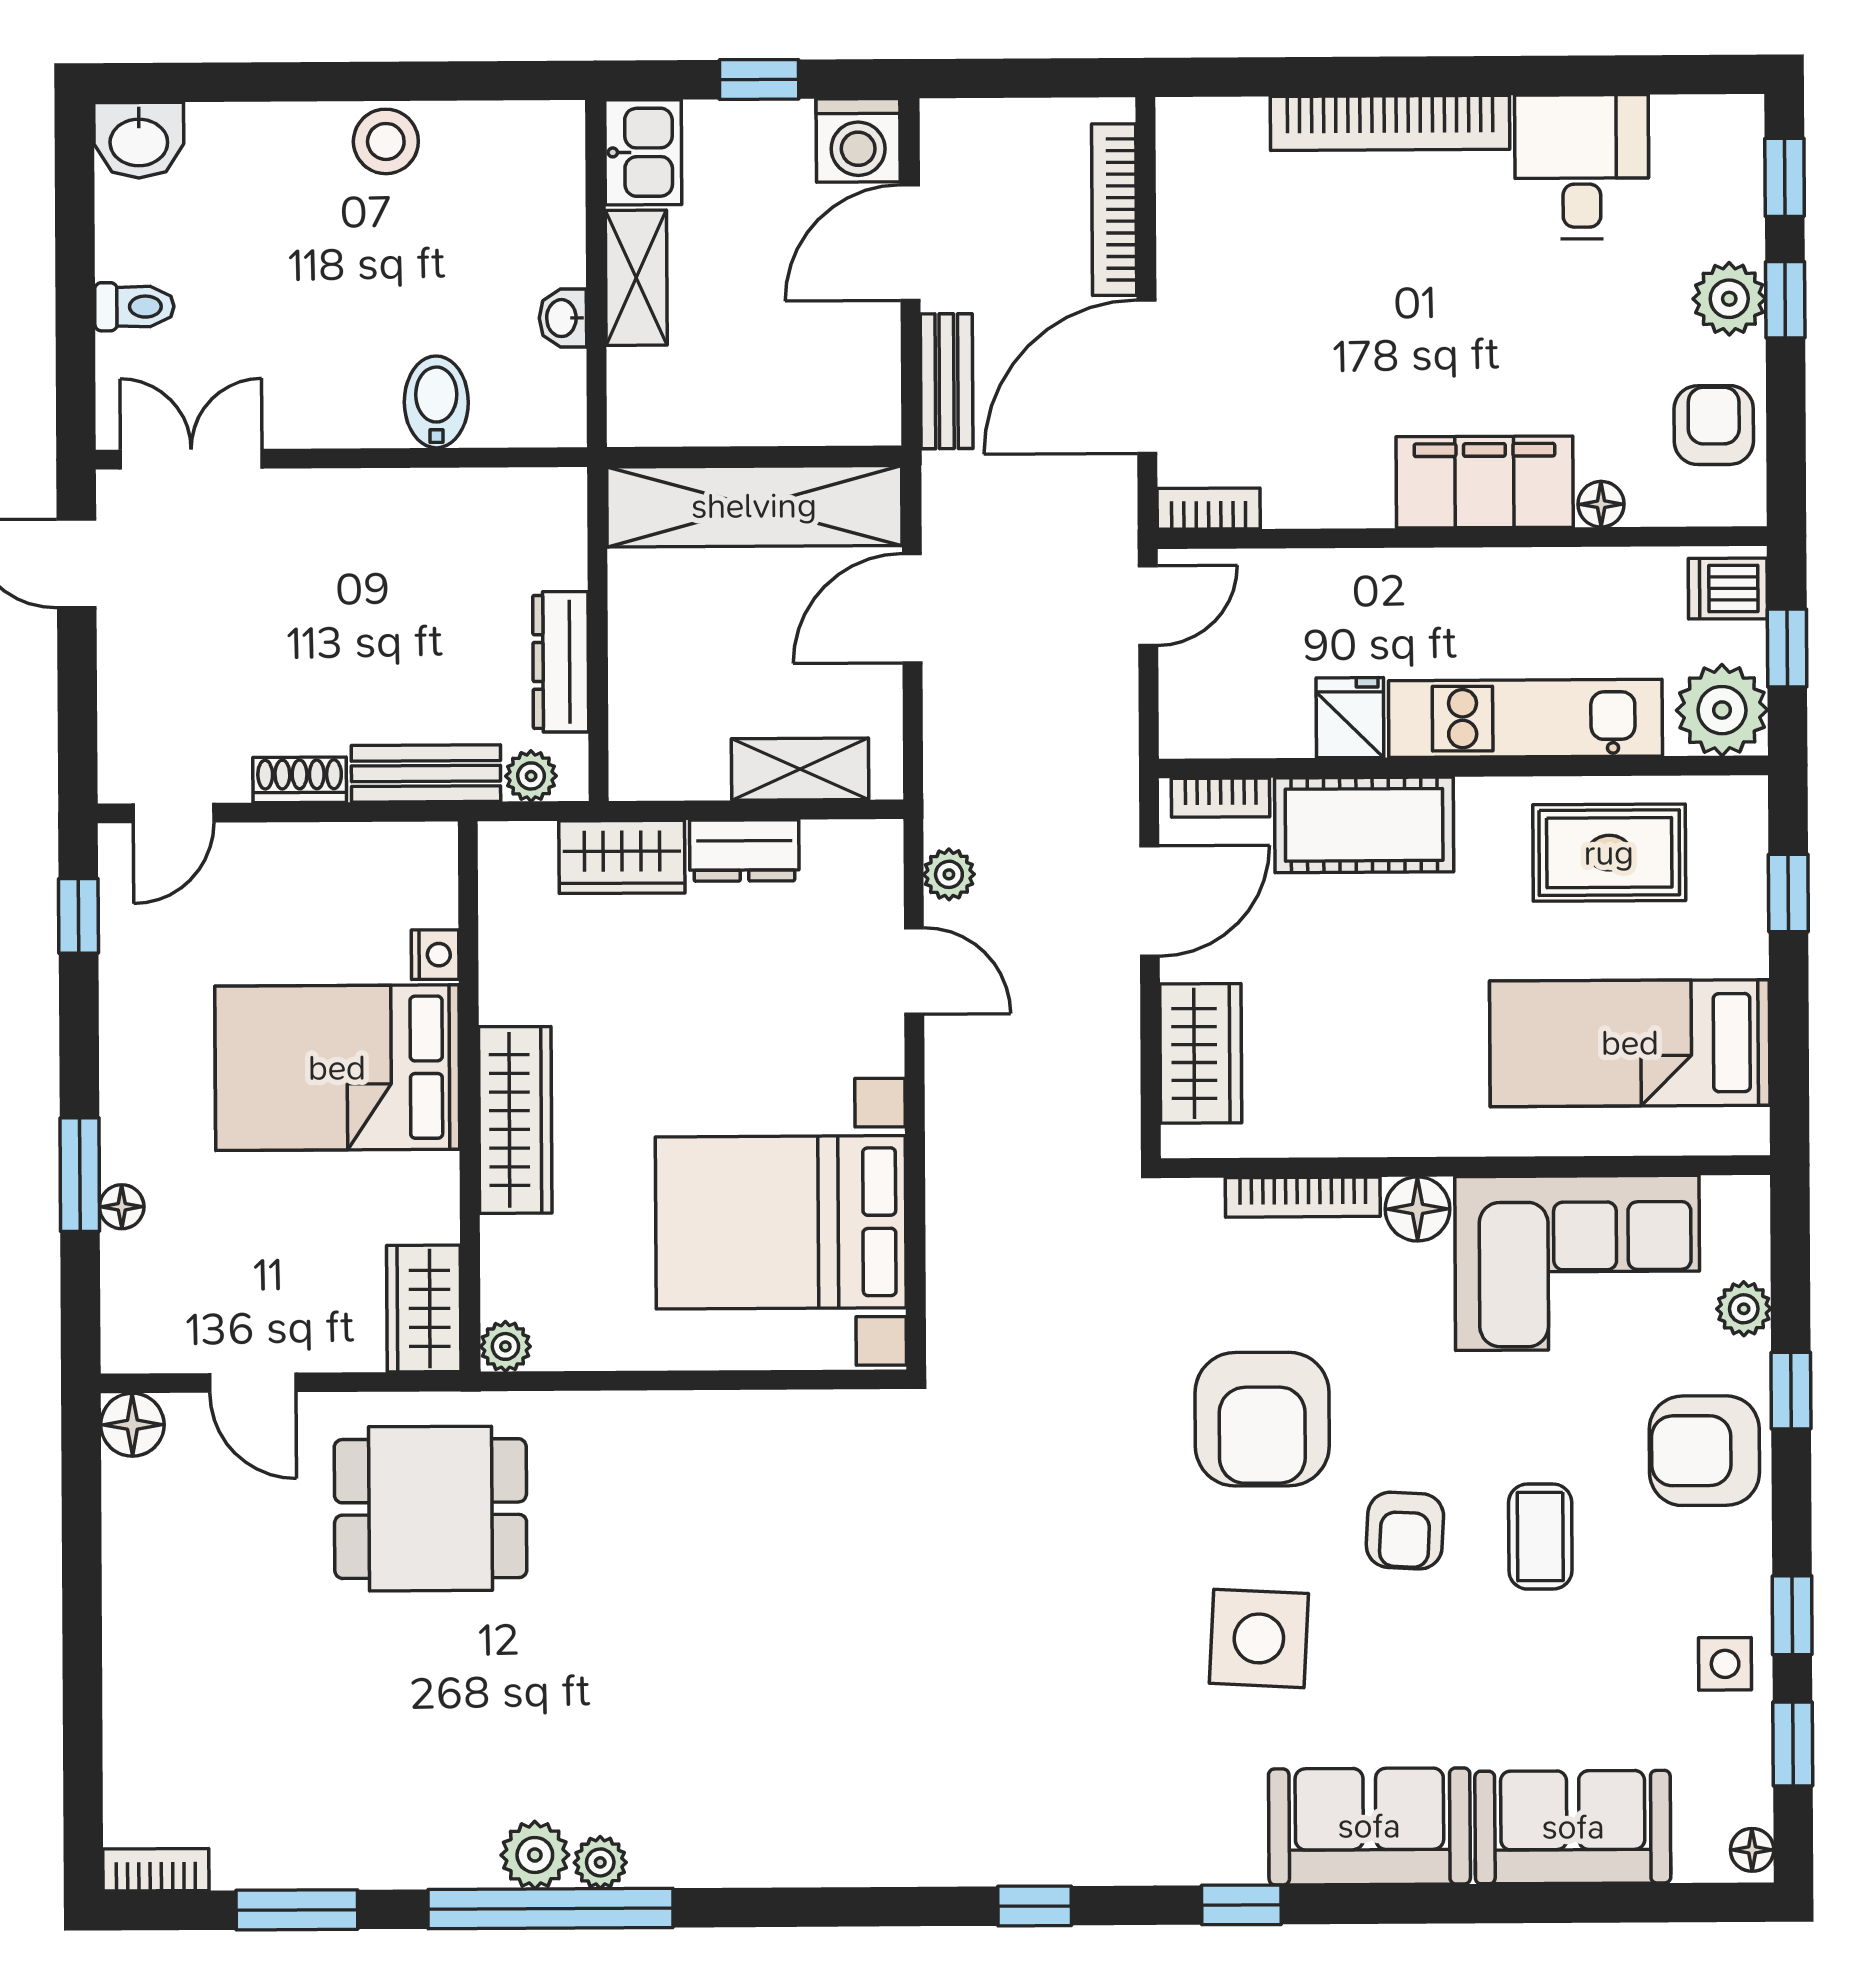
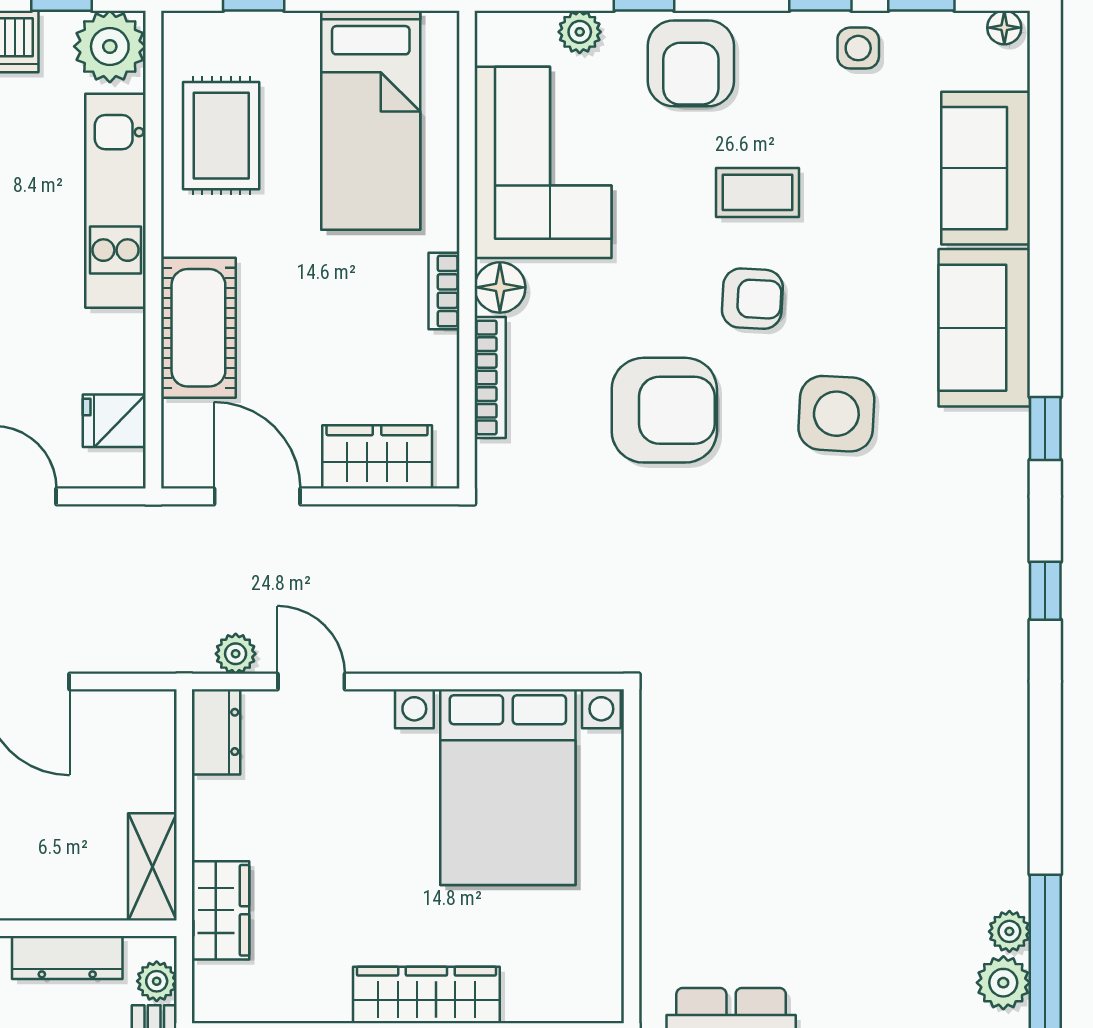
fridge: (1350, 718) -> (114, 421), moved
shelving: (800, 769) -> (152, 867), moved
bookcase: (1220, 798) -> (444, 291), moved, turned 180
dresser: (744, 851) -> (216, 732), moved
door: (914, 971) -> (311, 681), hinge flipped
plant: (505, 1346) -> (604, 1004), removed

